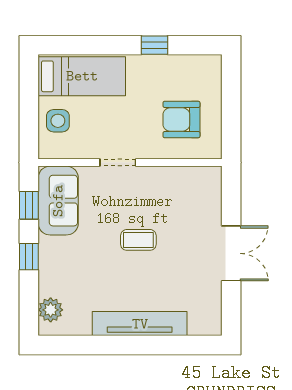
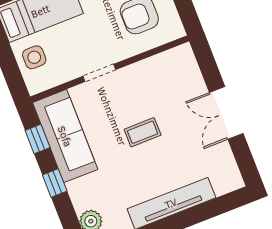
sofa: (58, 201) -> (65, 136), width x1.36
double door: (231, 253) -> (226, 113), swing flipped

